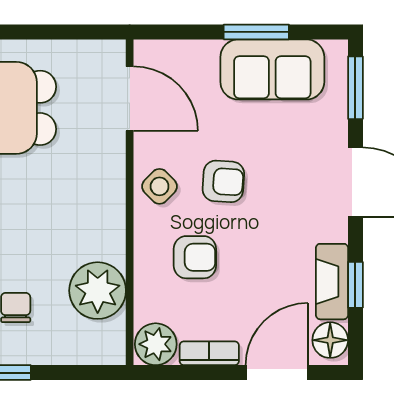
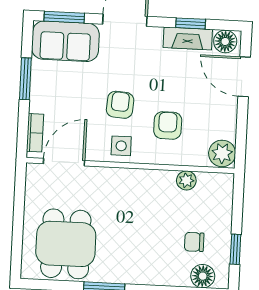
sofa: (272, 69) -> (65, 41), moved, turned 90
side table: (160, 186) -> (121, 146), turned 45
plant: (98, 291) -> (186, 180), width x0.53, depth x0.53
bookcase: (209, 353) -> (35, 133), moved, turned 180

